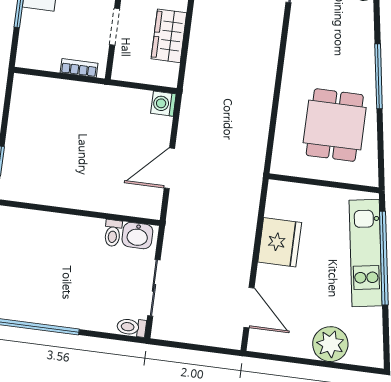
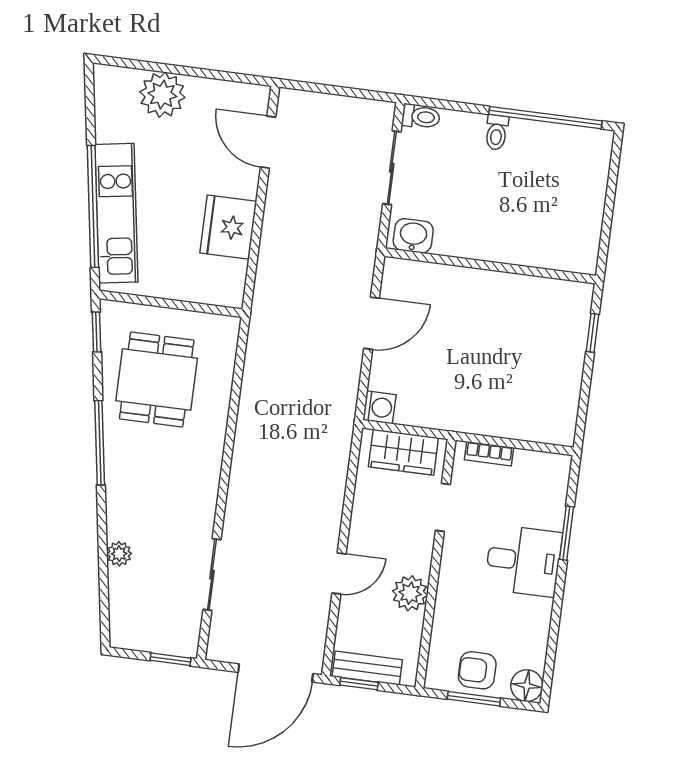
wardrobe: (169, 36) -> (403, 452), moved, turned 90
window: (381, 162) -> (96, 332), added
toilet: (113, 233) -> (497, 132), moved, turned 180

